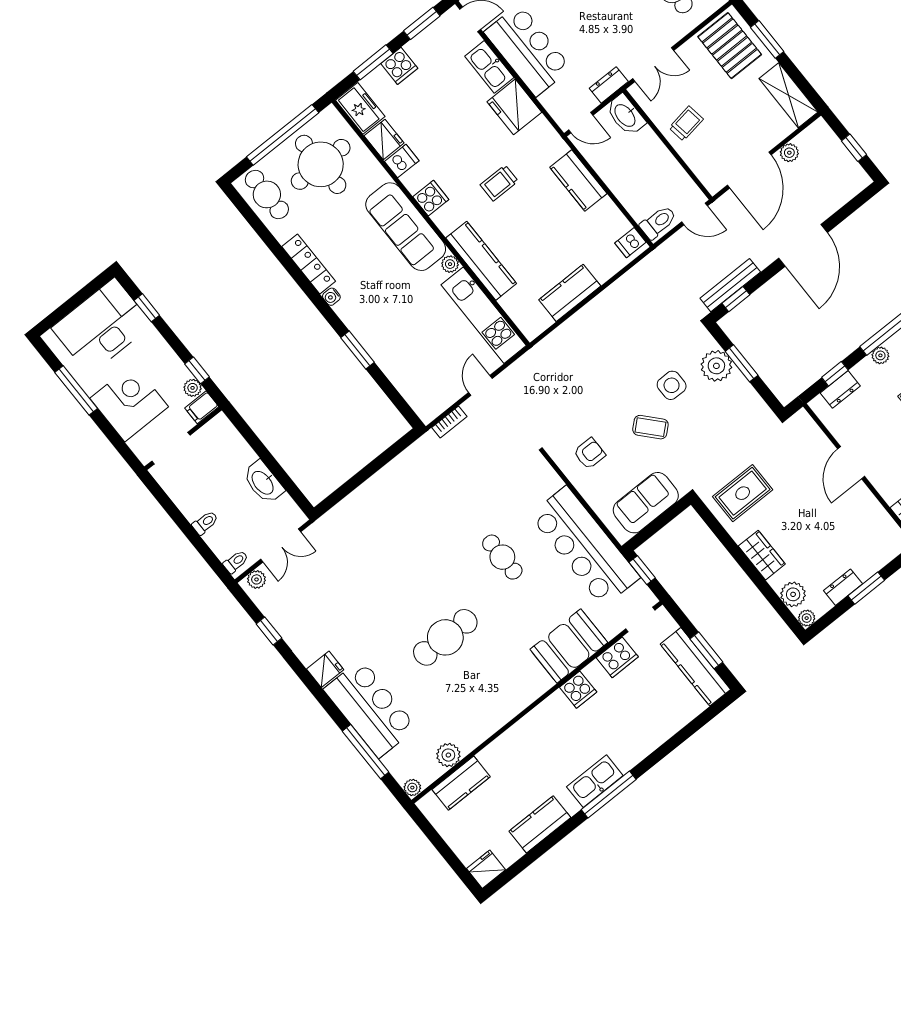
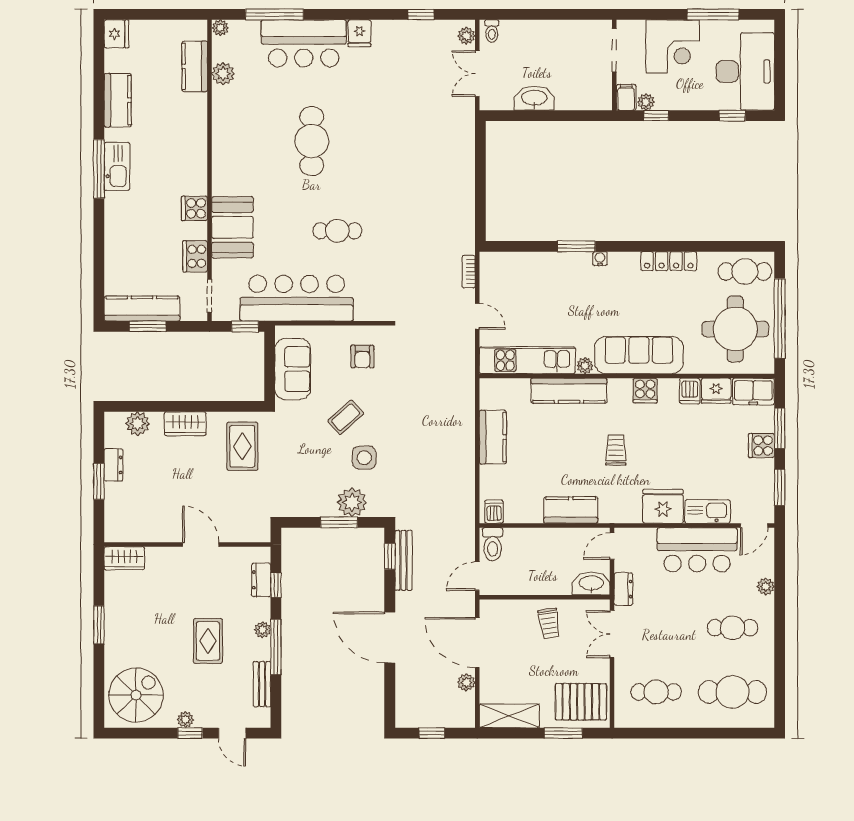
water cooler: (331, 297) -> (600, 259), moved
toilet: (205, 523) -> (539, 31), removed
plant: (807, 618) -> (112, 420), removed

